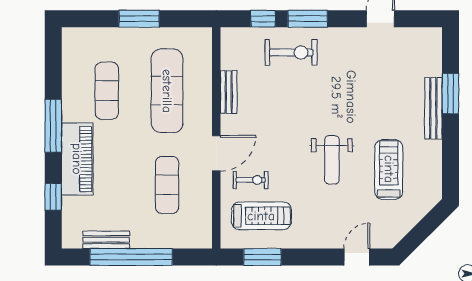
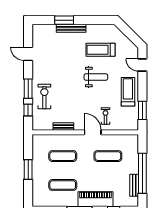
exercise mat: (167, 91) -> (63, 156), width x0.73, depth x0.69
treadmill: (261, 216) -> (128, 92), moved

